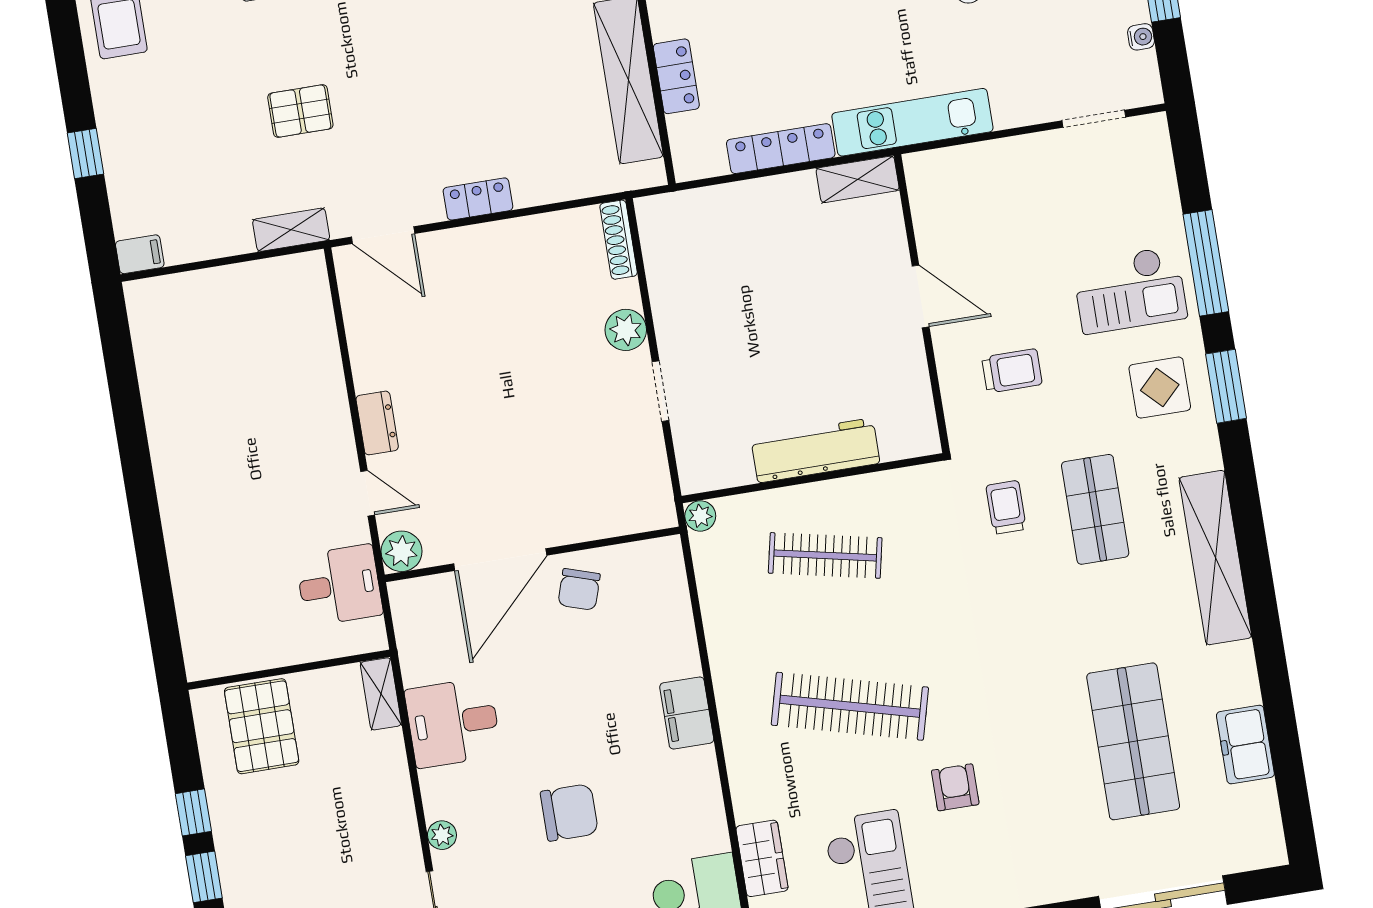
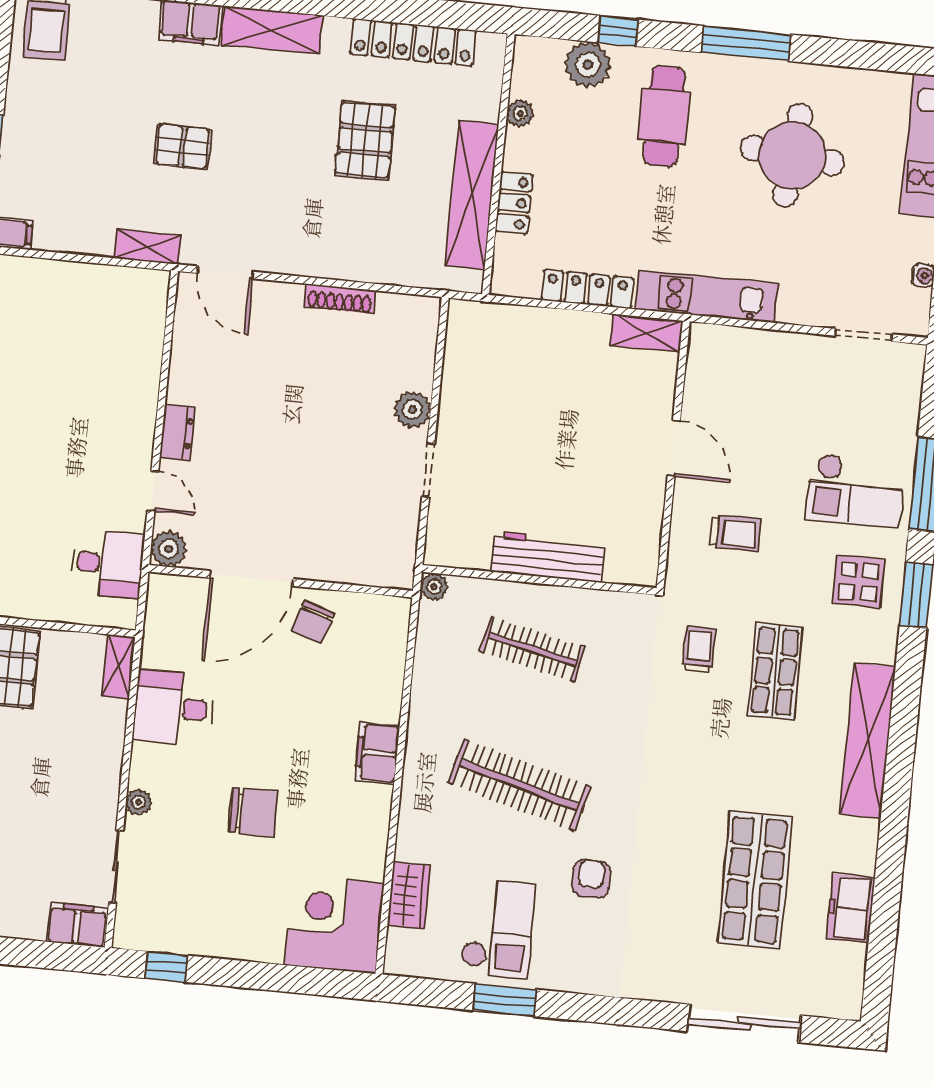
pallet: (497, 51) -> (365, 140), added
locker: (478, 199) -> (315, 263), removed
shoe rack: (619, 240) -> (340, 299), moved, turned -90

